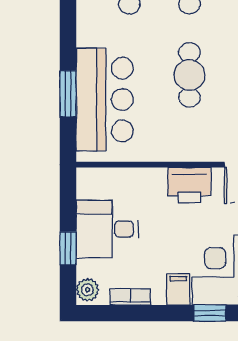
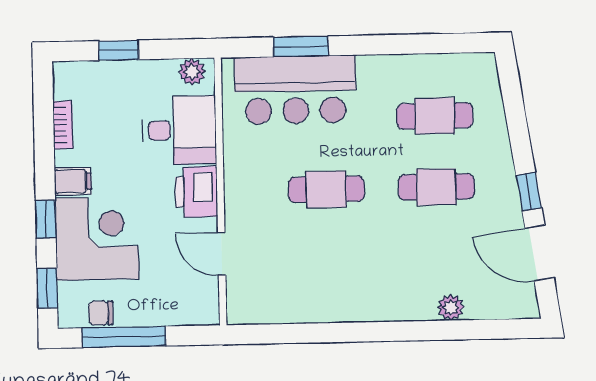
desk: (107, 229) -> (179, 130), moved, turned 90
plant: (87, 290) -> (192, 72), moved

